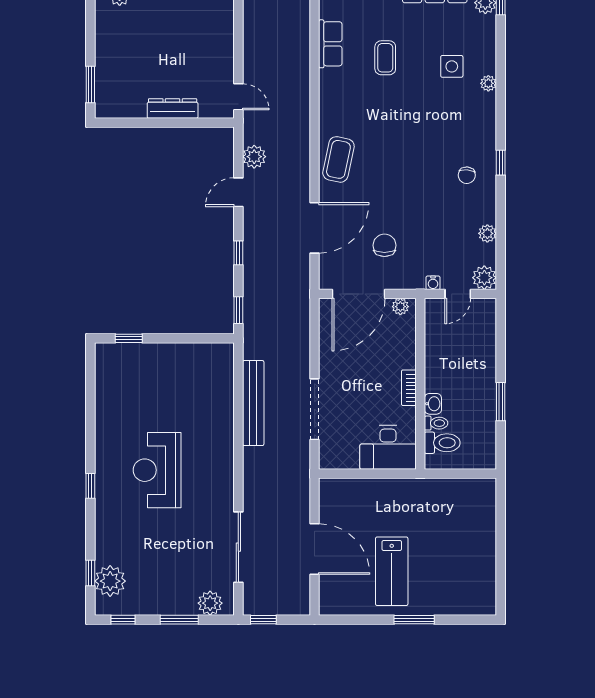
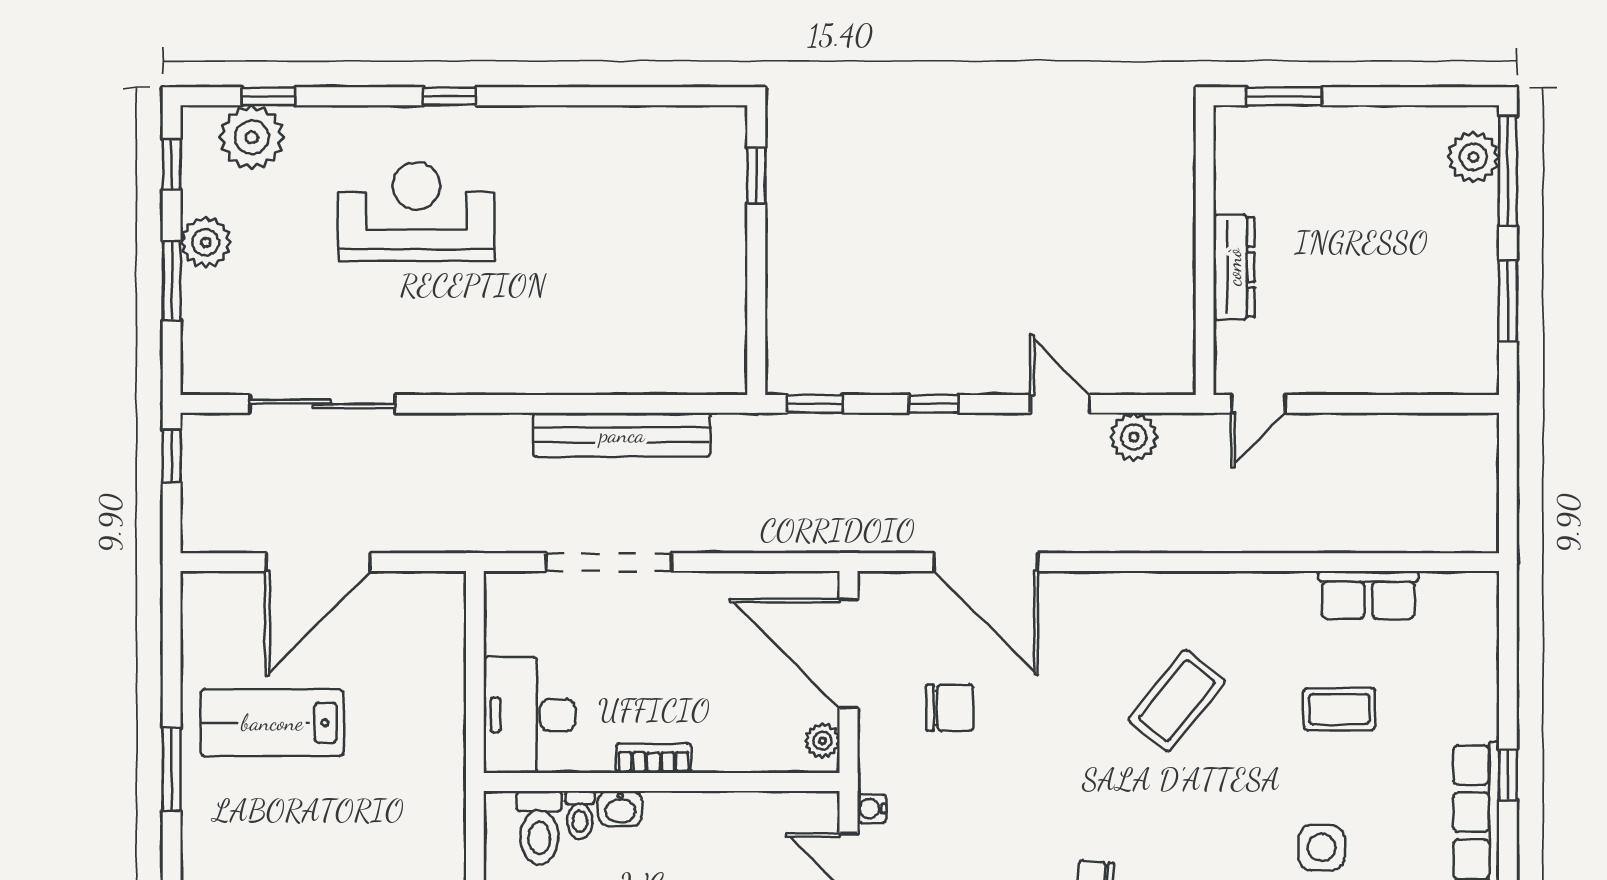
coffee table: (338, 159) -> (1177, 701), moved, turned -63
reception desk: (157, 470) -> (416, 212), moved
plant: (210, 603) -> (206, 242), moved

